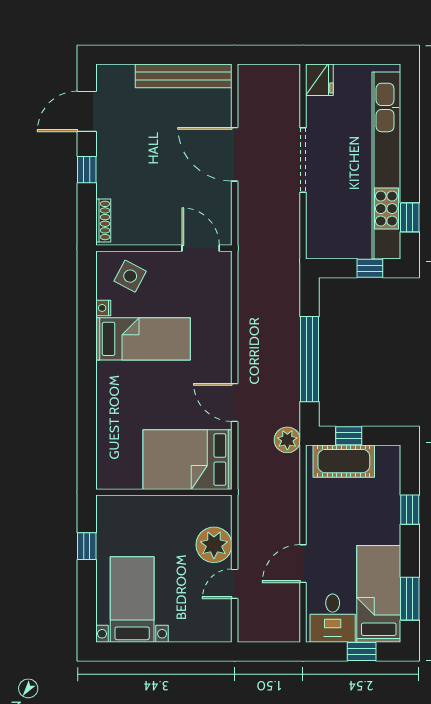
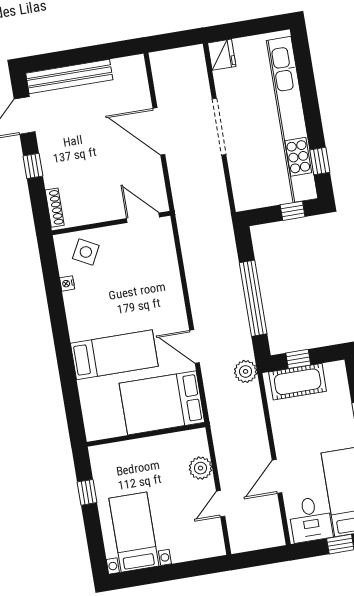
bench: (184, 76) -> (69, 76), moved
bed: (143, 339) -> (114, 355), moved
plant: (214, 545) -> (201, 468), width x0.73, depth x0.73

